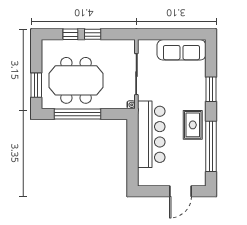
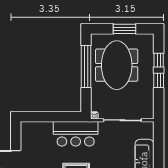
window: (36, 85) -> (124, 29), moved
bar counter: (151, 134) -> (76, 134), width x0.73

